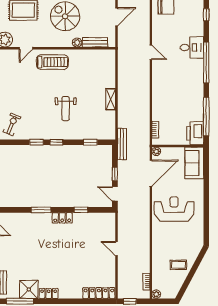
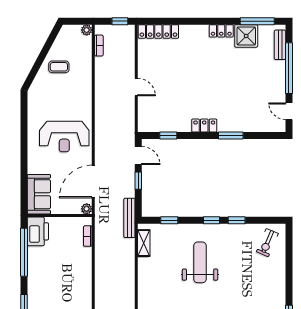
shelving: (111, 99) -> (144, 243), moved
weight bench: (66, 109) -> (200, 262), width x1.36, depth x1.33
window: (81, 210) -> (168, 136), moved

